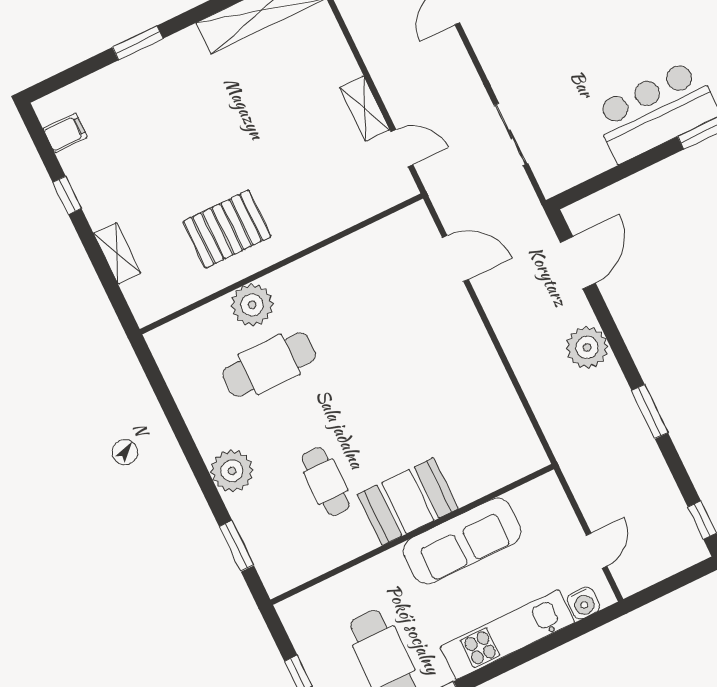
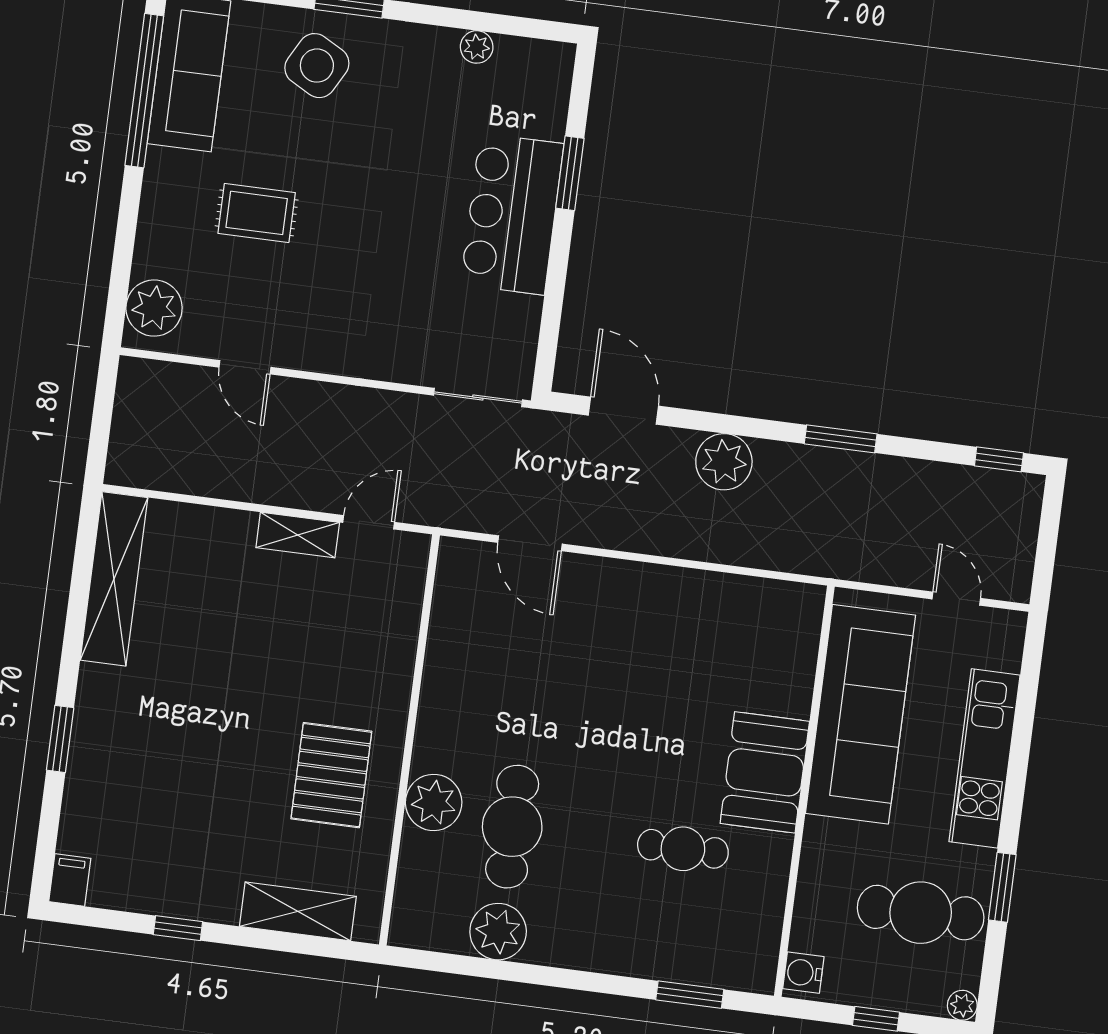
filing cabinet: (65, 133) -> (70, 880), moved
sliding door: (511, 134) -> (478, 398), moved
shelving: (117, 253) -> (298, 911), width x1.50, depth x1.33
door: (455, 259) -> (530, 543), swing flipped
plant: (232, 471) -> (498, 932), moved
sofa: (462, 541) -> (860, 714), width x1.36, depth x1.27
water cooler: (583, 603) -> (803, 973), moved, turned 180

